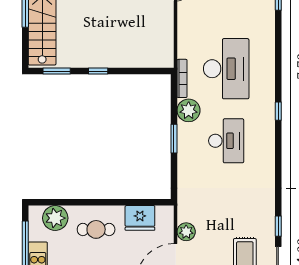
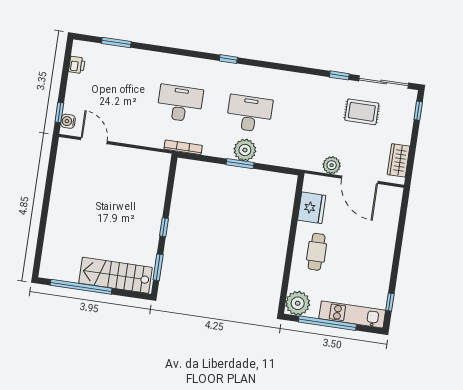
desk: (226, 69) -> (180, 103), width x0.73, depth x0.77
plant: (189, 110) -> (245, 150), moved
plant: (55, 218) -> (298, 303), moved

